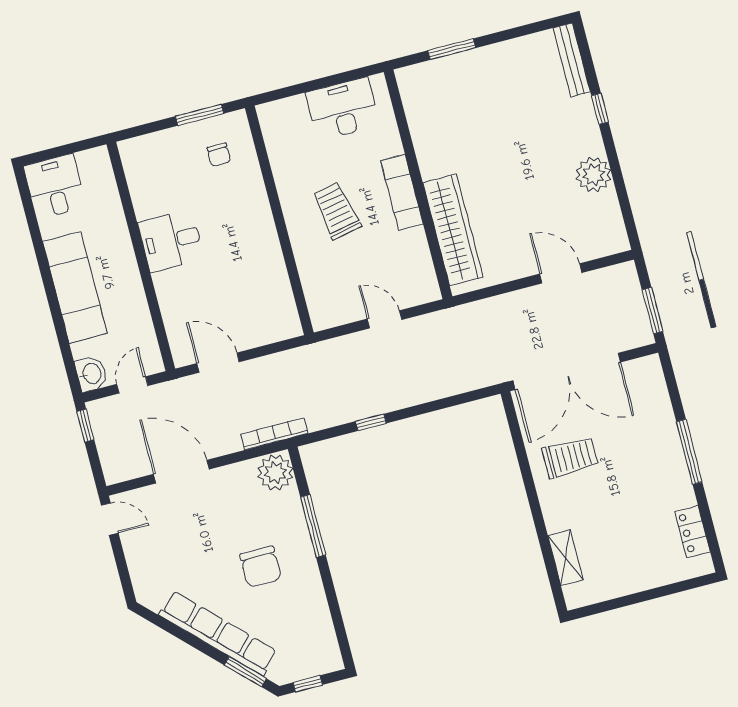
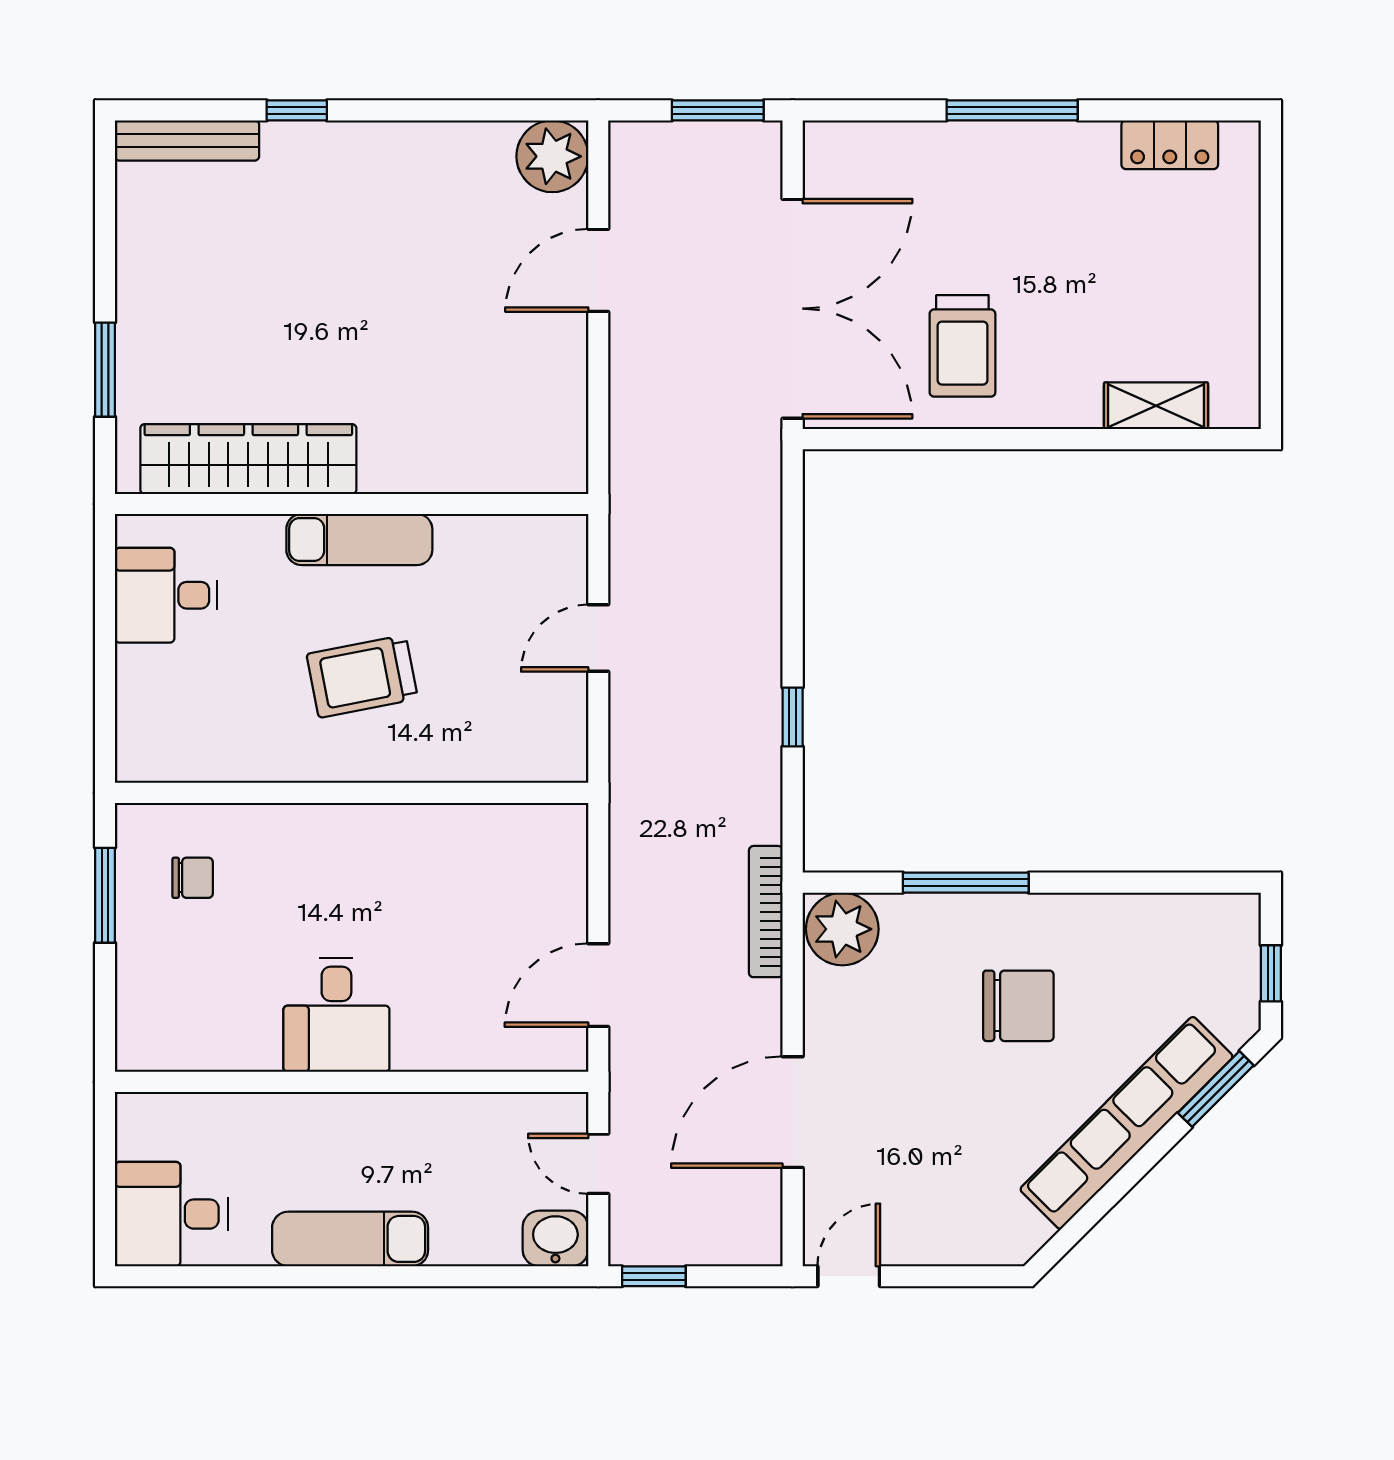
desk: (343, 109) -> (166, 595), width x0.73
plant: (594, 175) -> (552, 156), moved
wardrobe: (453, 230) -> (248, 459), moved
exam couch: (75, 287) -> (350, 1239), width x0.73, depth x0.69
trolley: (570, 457) -> (962, 346), turned 180

